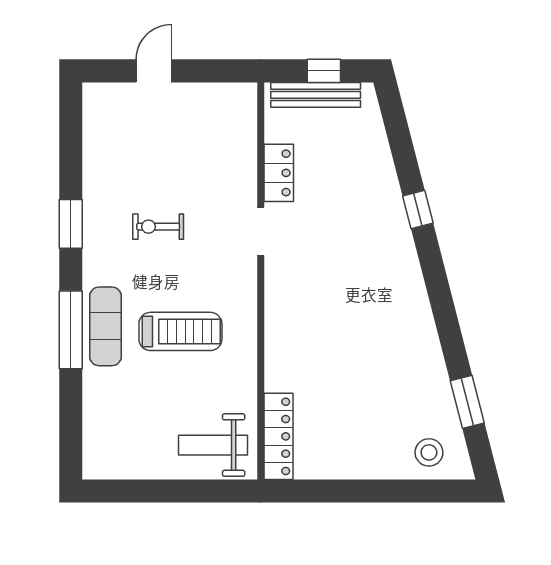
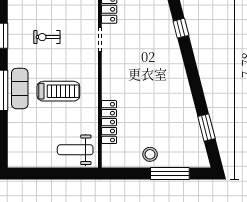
locker: (279, 436) -> (109, 122), moved
stool: (429, 452) -> (150, 154), moved
window: (396, 491) -> (170, 173), added

